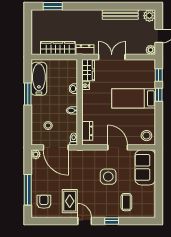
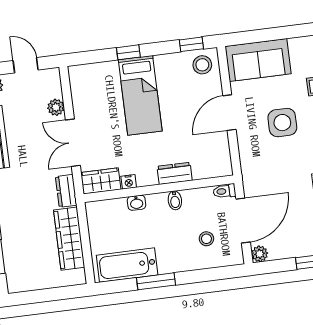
plant: (151, 50) -> (56, 107), moved
window: (159, 75) -> (191, 44), moved
dresser: (87, 131) -> (175, 173), moved

